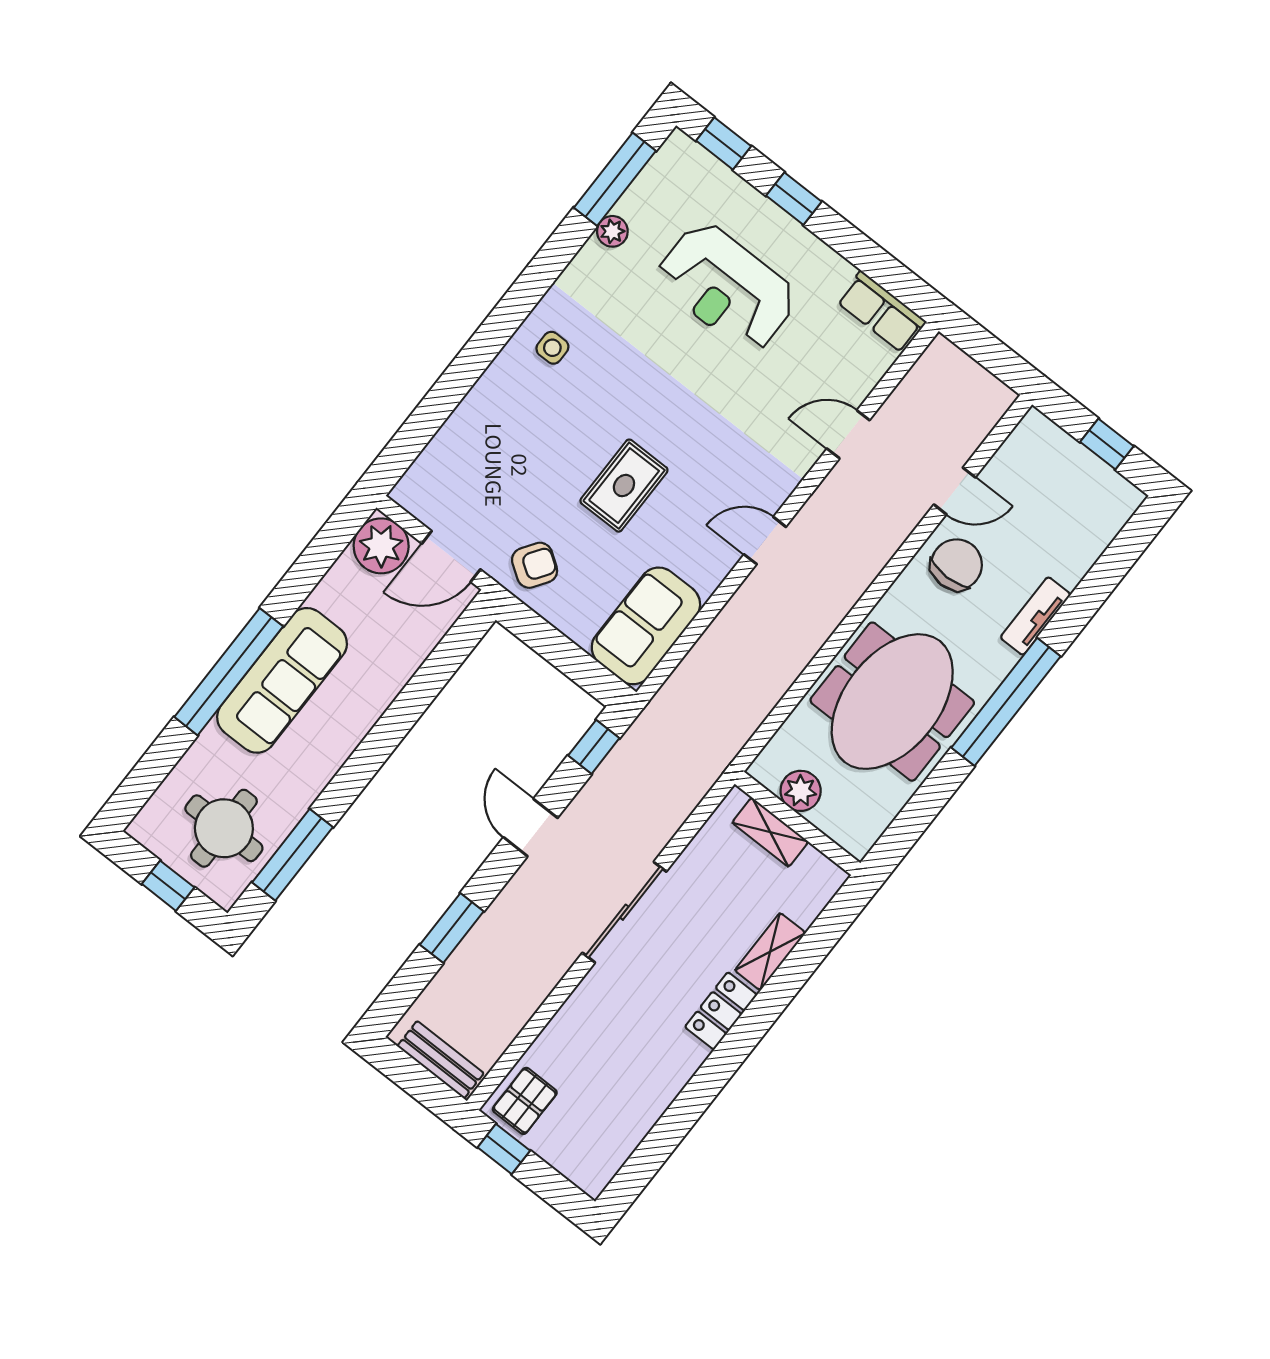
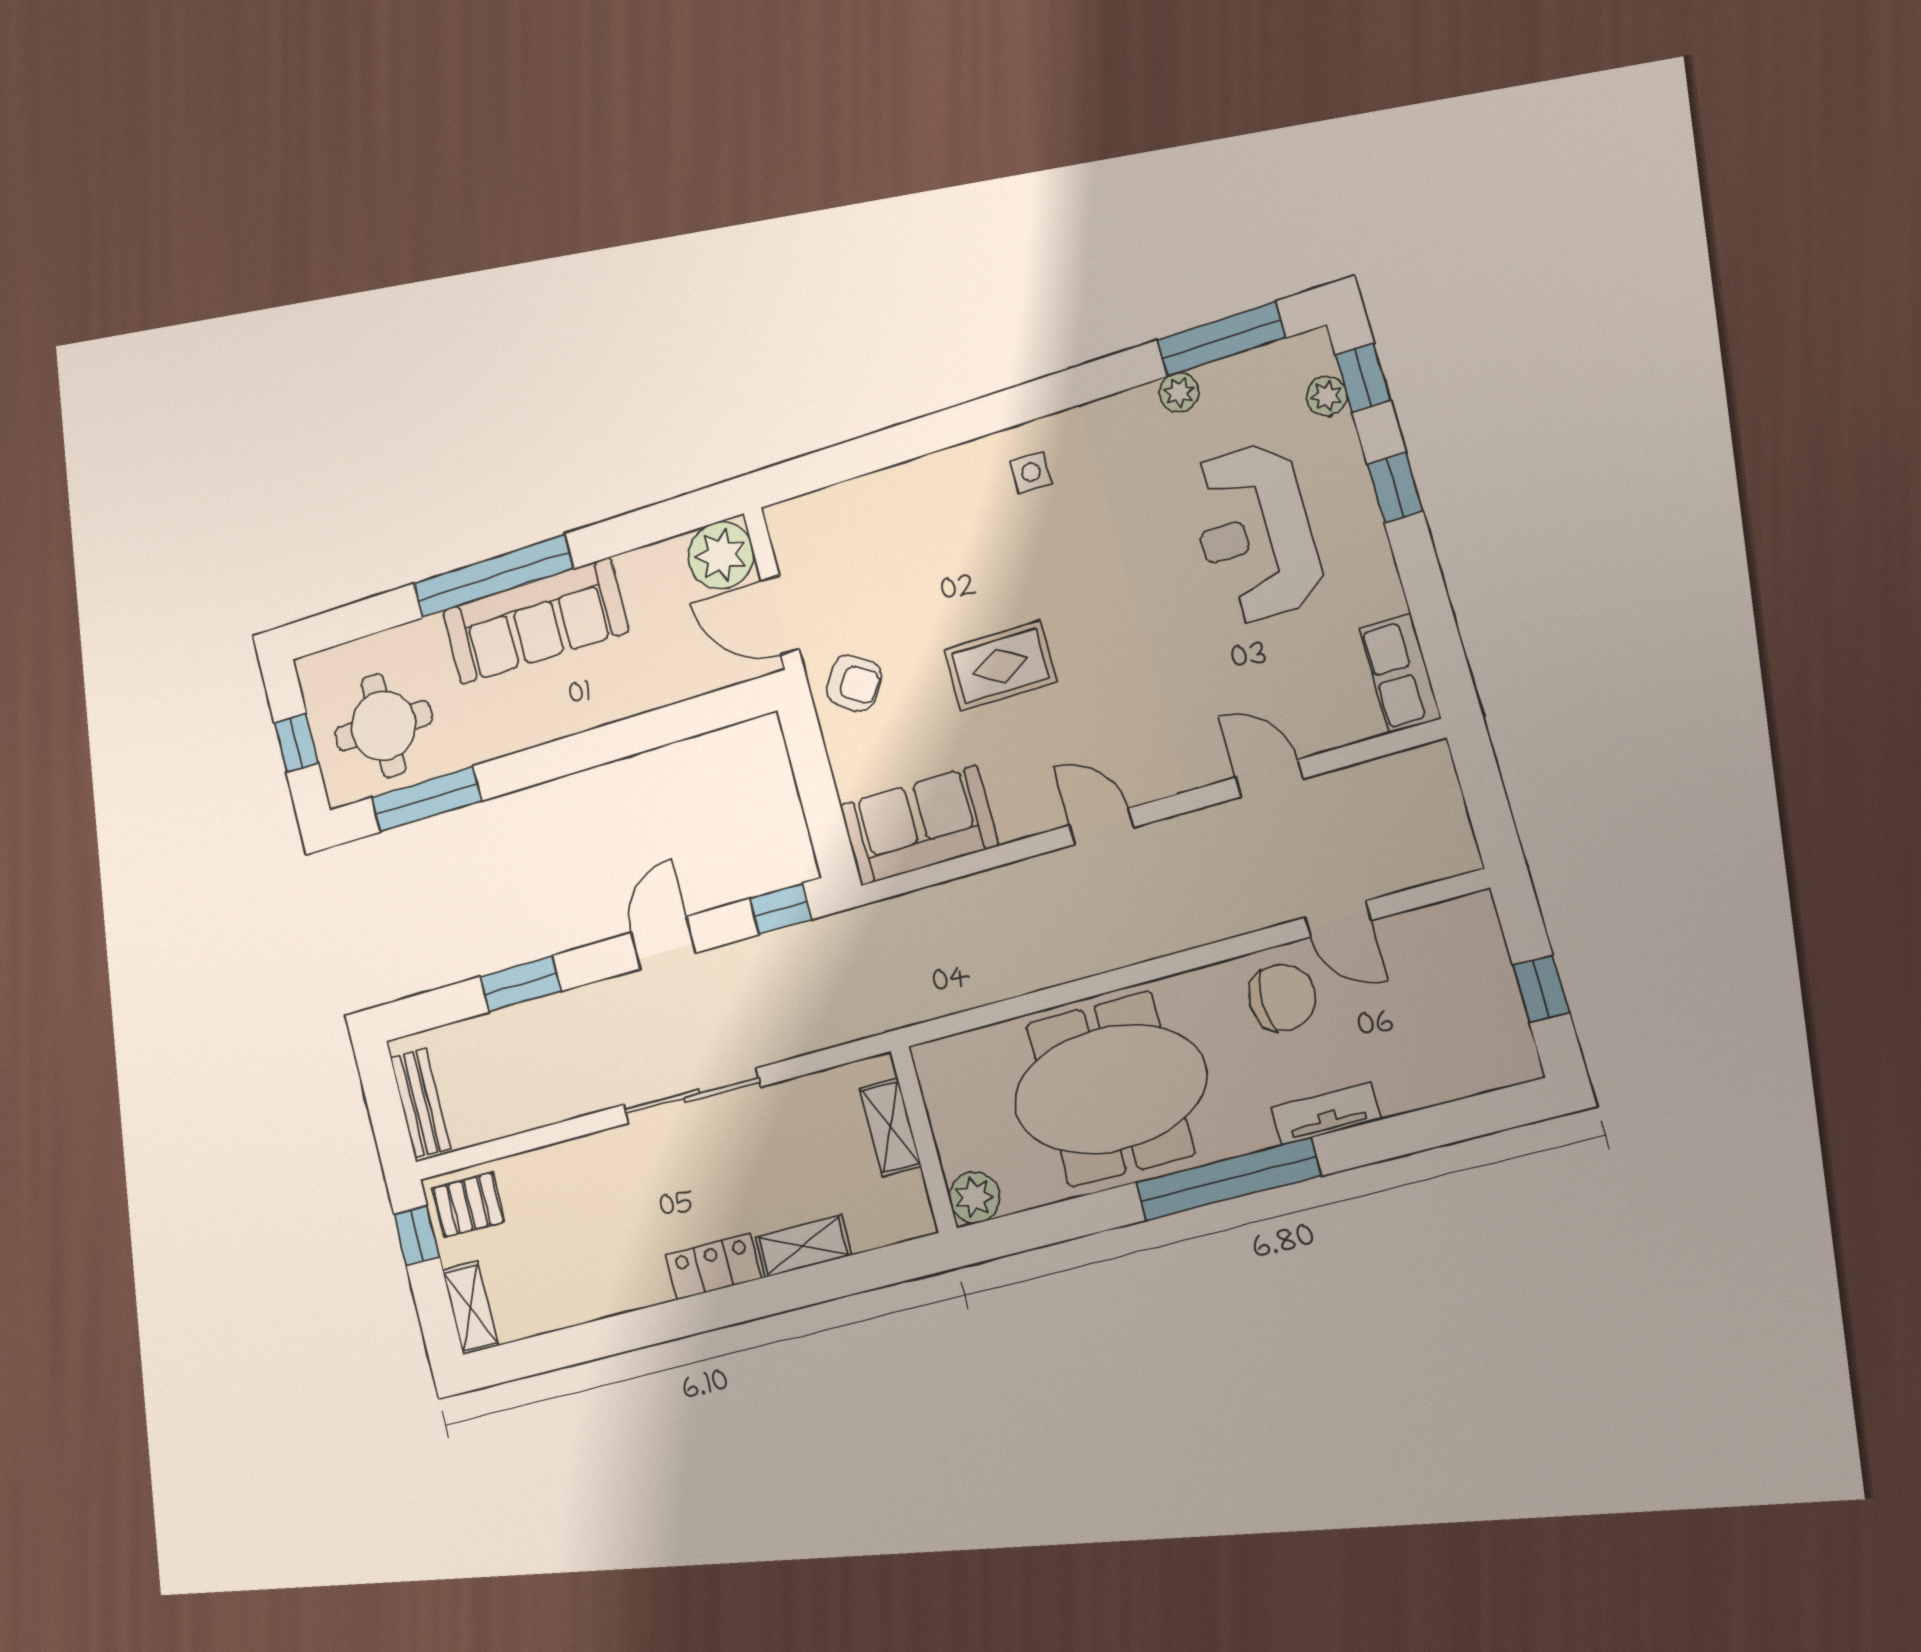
plant: (709, 170) -> (1327, 396), added
plant: (801, 791) -> (974, 1197), moved
shelving: (577, 1167) -> (470, 1308), added

